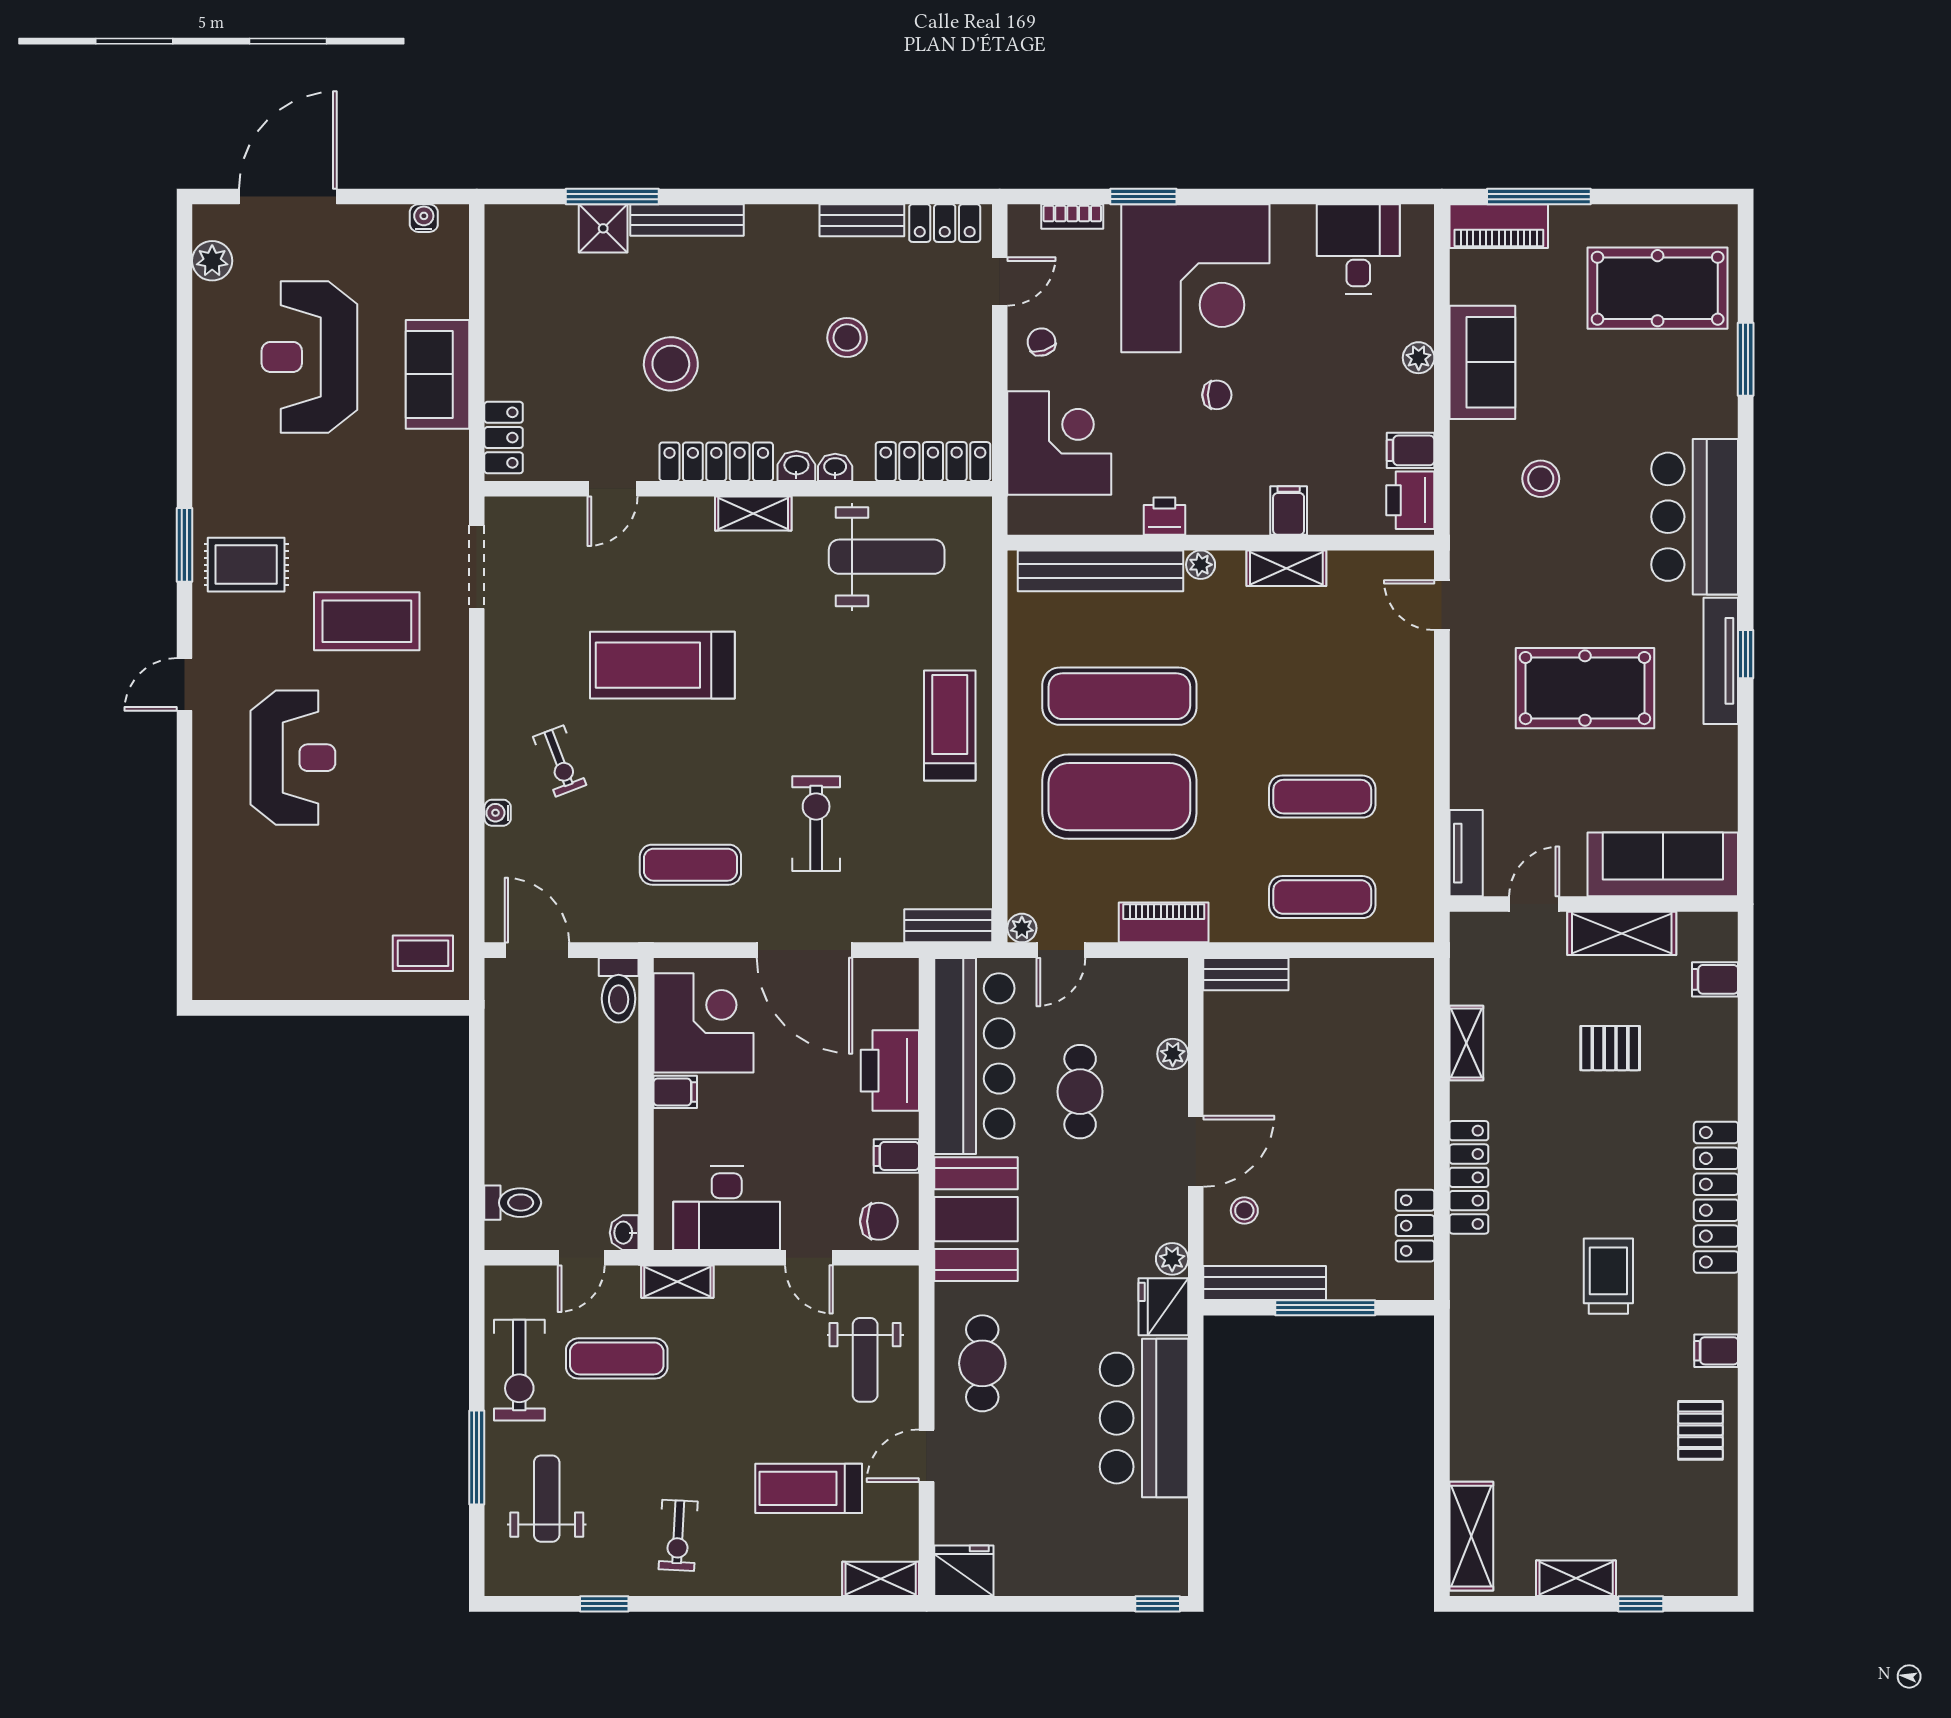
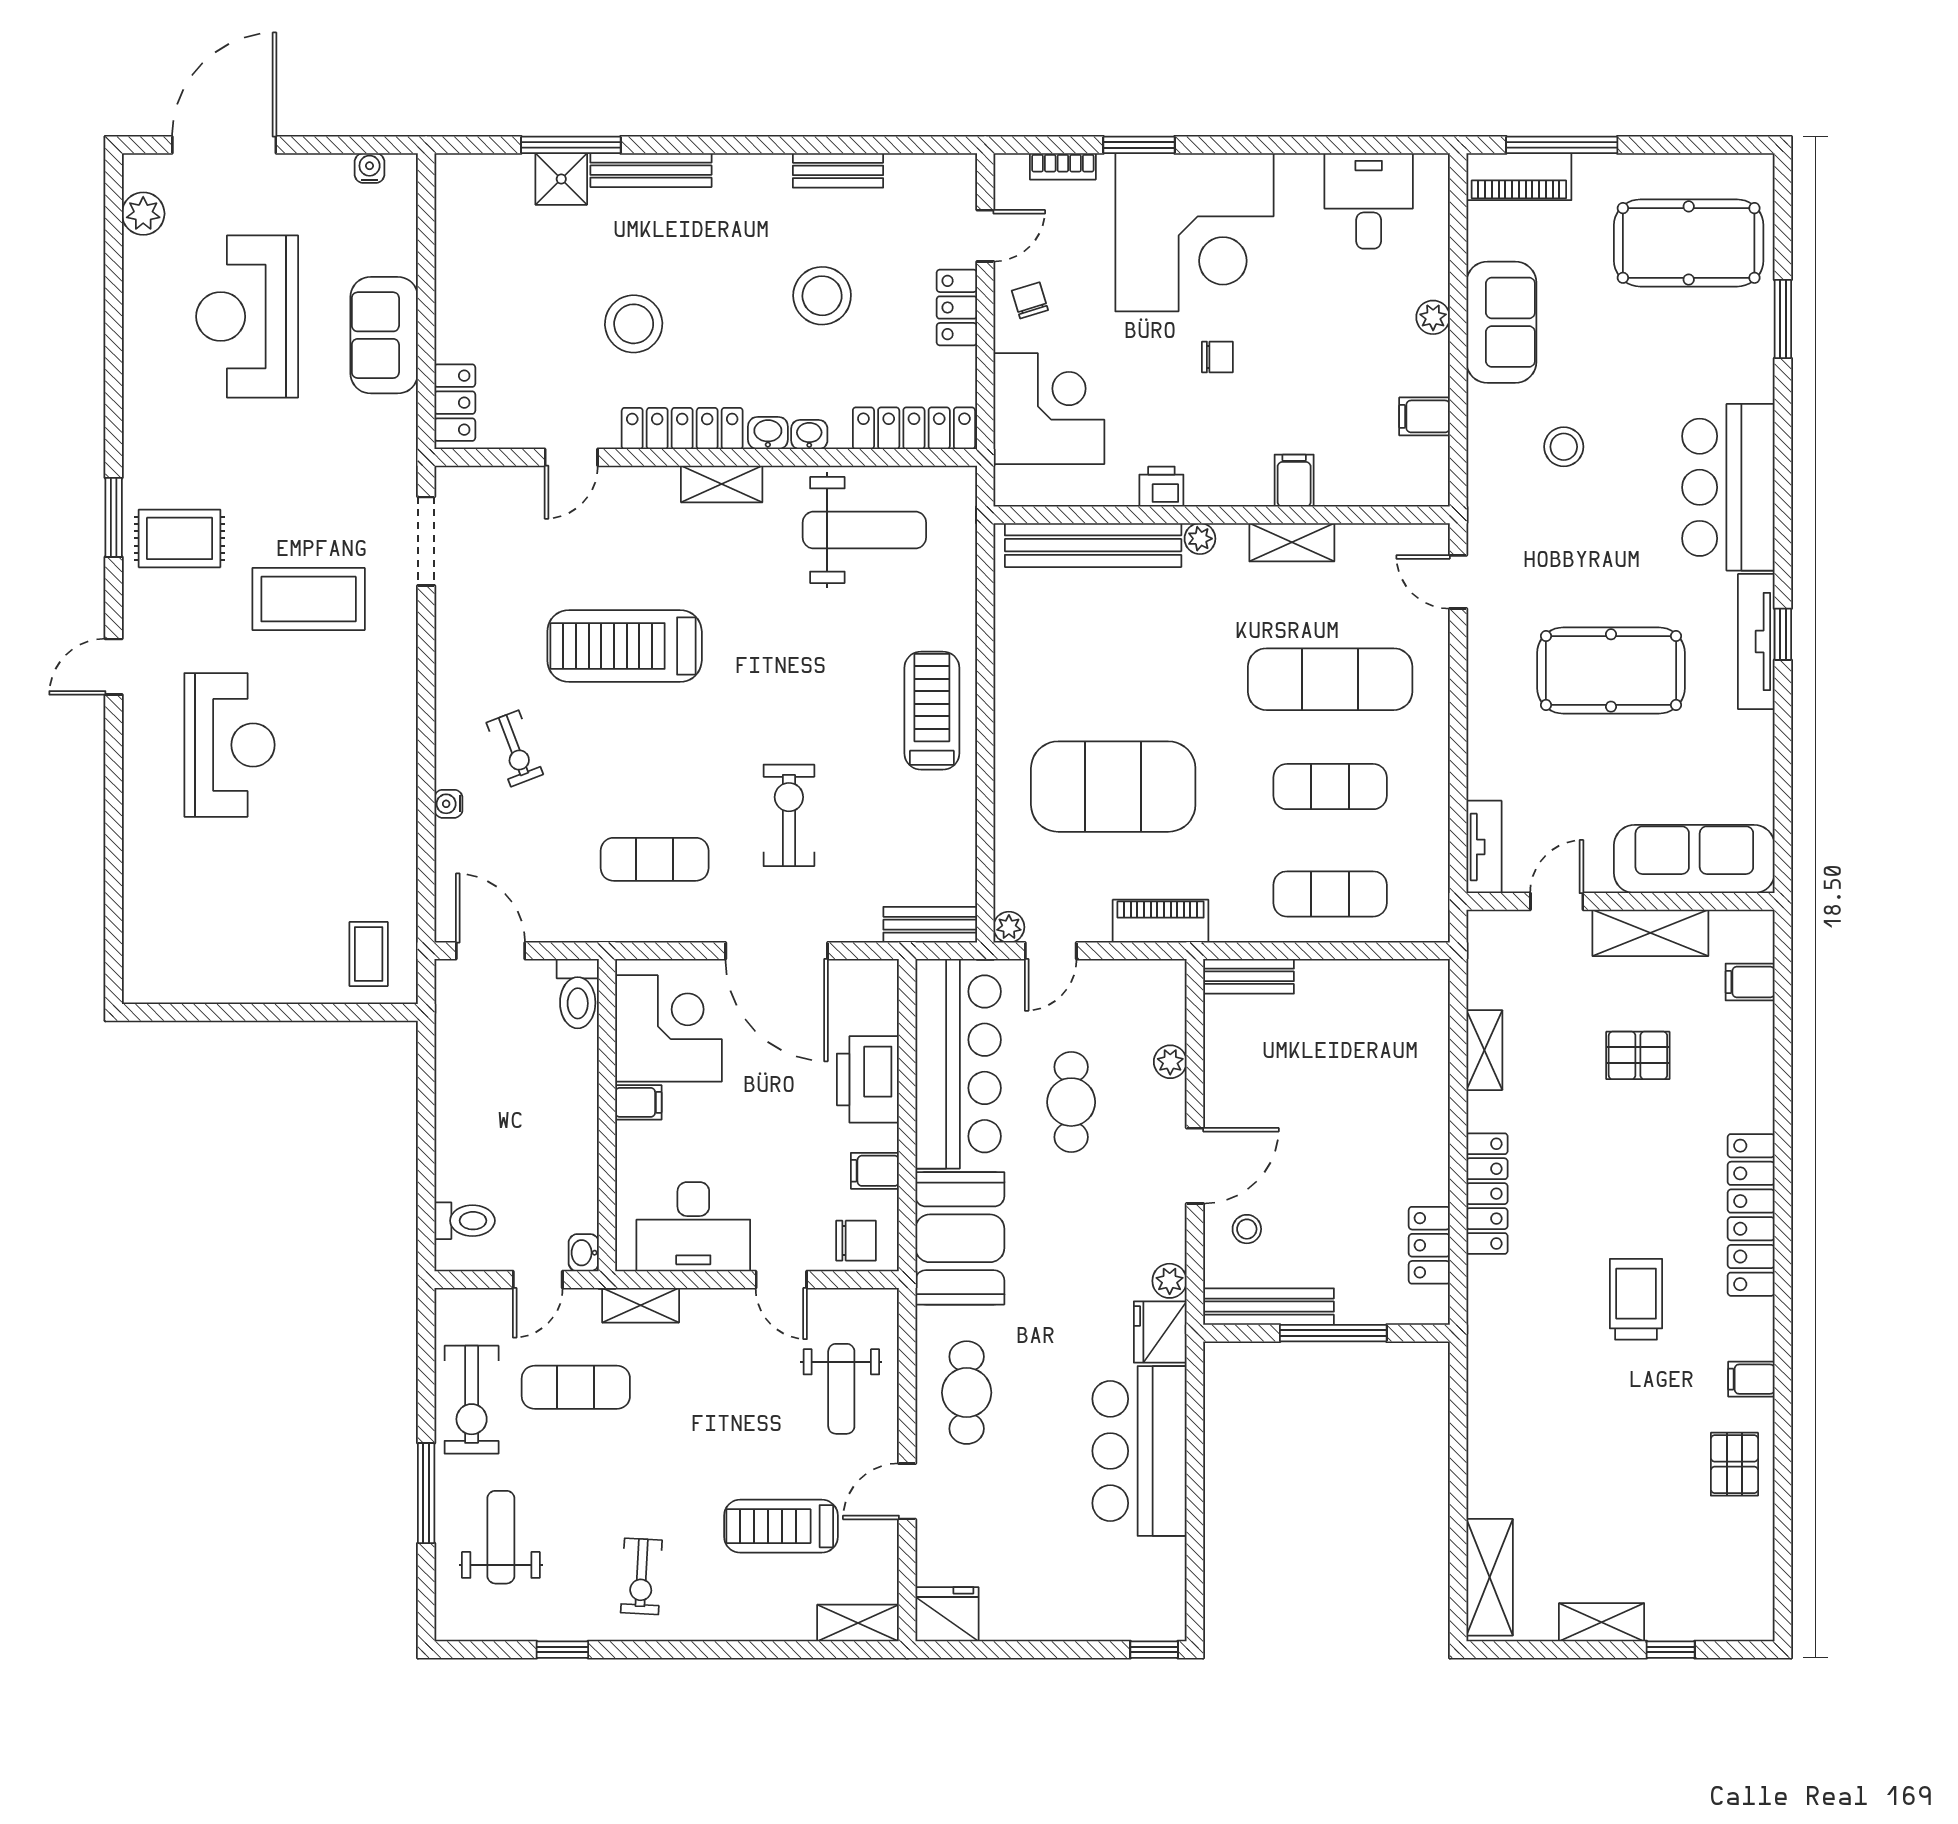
locker: (945, 223) -> (957, 307), moved, turned 90
stool: (847, 338) -> (822, 296), width x1.38, depth x1.38
printer: (1410, 500) -> (1424, 470), removed
exercise mat: (1119, 696) -> (1330, 679), moved
coffee table: (423, 953) -> (369, 954), turned 90

